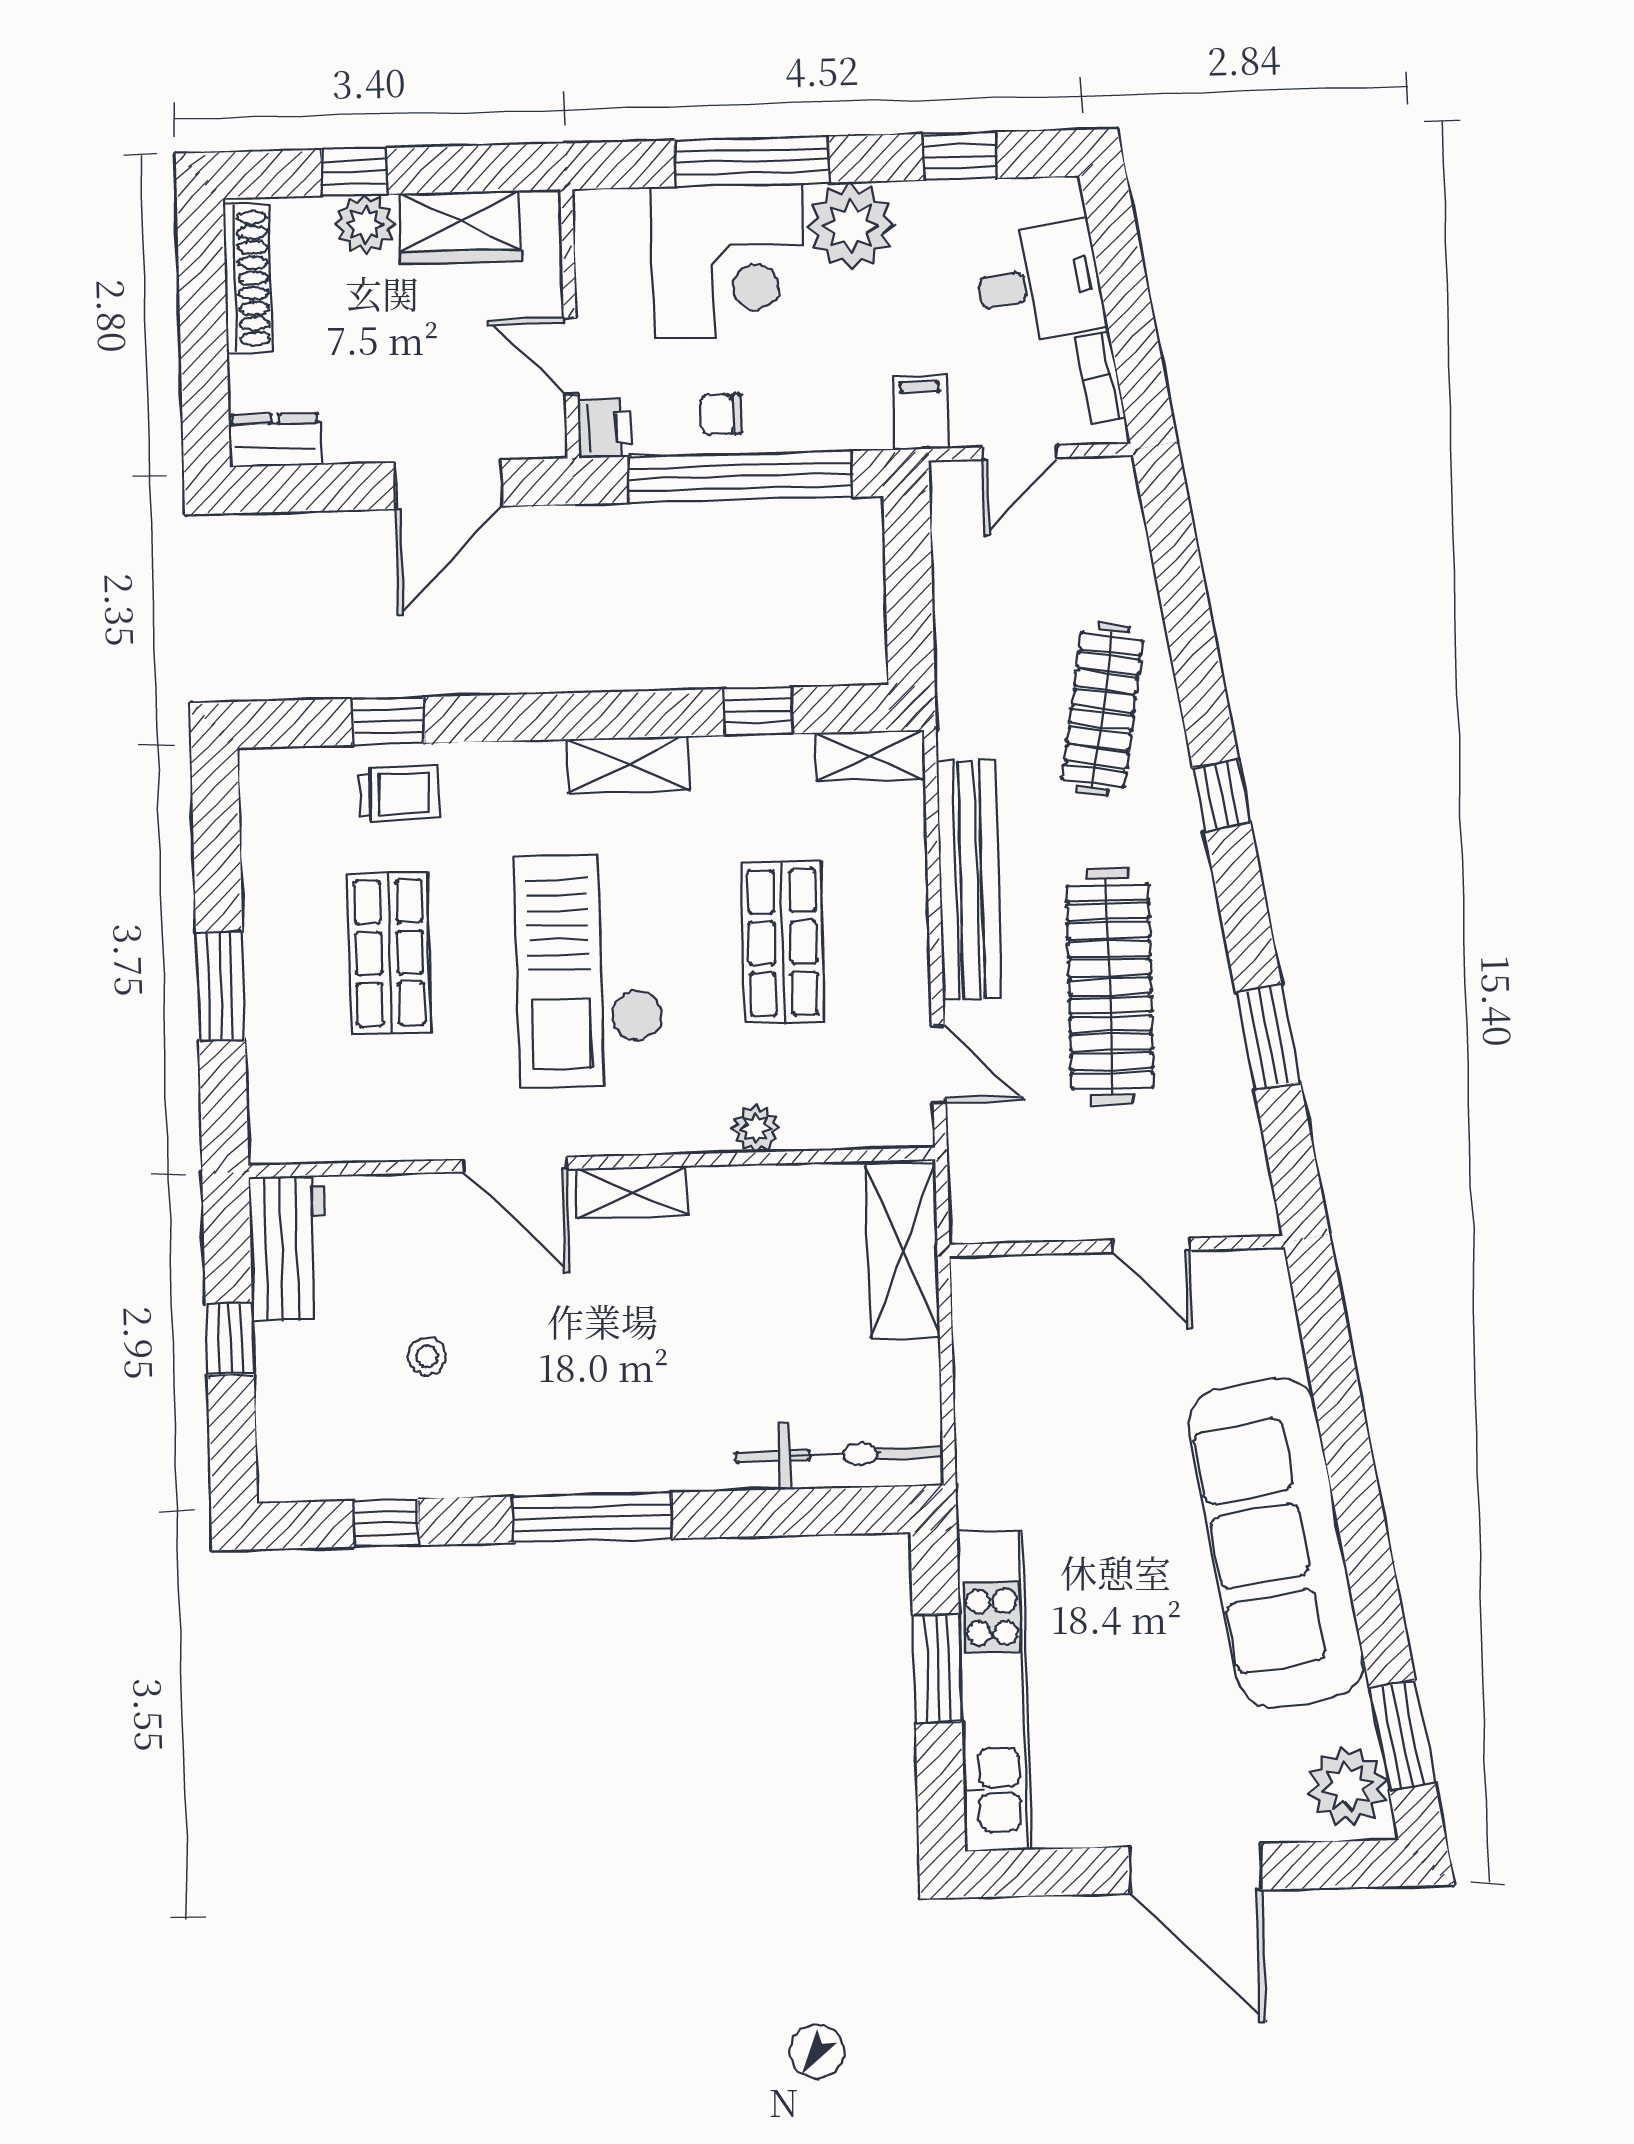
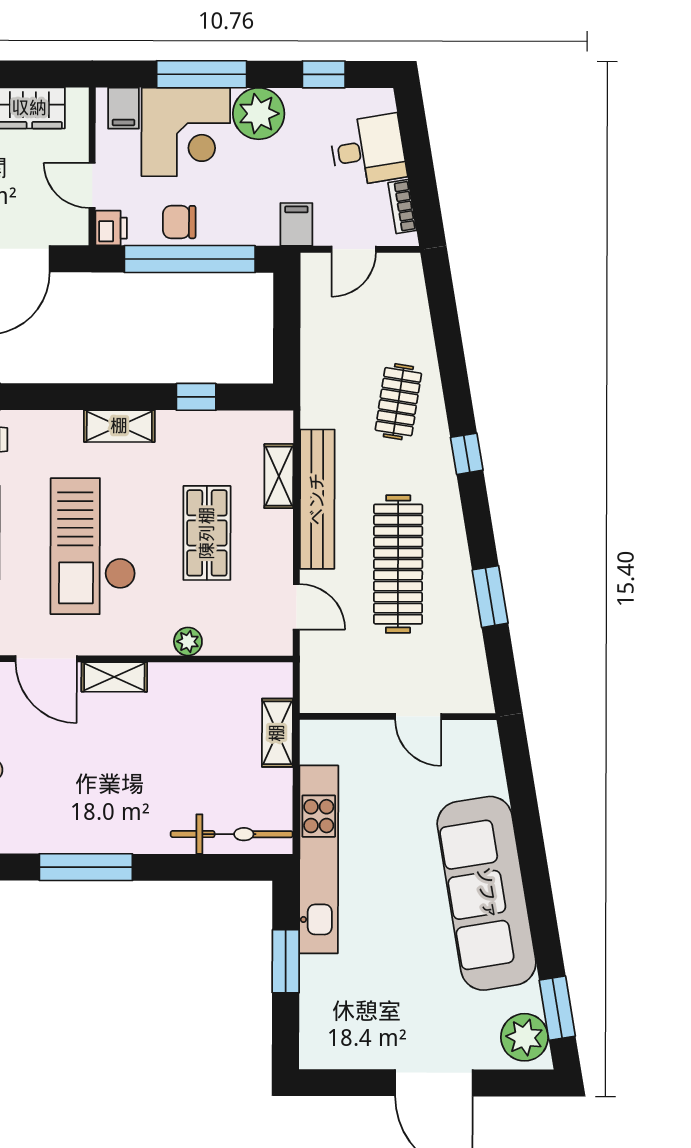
filing cabinet: (620, 223) -> (123, 108), added
chair: (721, 414) -> (179, 222), width x1.37, depth x1.37
clothes rail: (1103, 710) -> (398, 402), width x0.73
shelving: (870, 756) -> (279, 476), moved, turned 90
shelving: (903, 1251) -> (277, 733), width x0.67, depth x0.75
kitchen unit: (994, 1691) -> (319, 859), moved

